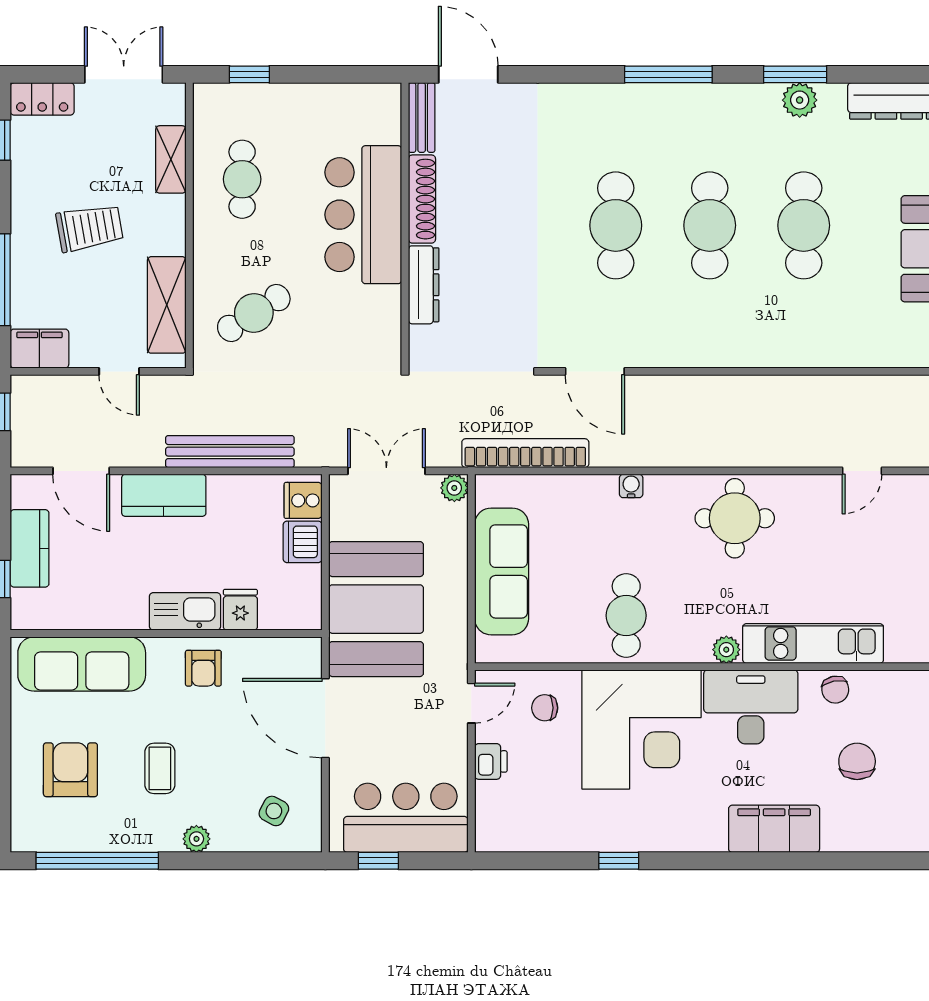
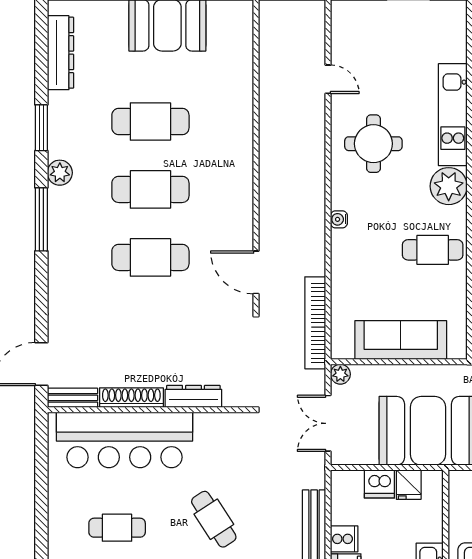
window: (249, 74) -> (41, 522), removed
plant: (800, 100) -> (60, 173), moved
bar counter: (363, 215) -> (125, 440), width x1.36
door: (595, 371) -> (256, 272), swing flipped
water cooler: (631, 486) -> (339, 219), moved
cooker: (303, 500) -> (344, 539), moved, turned -90
round table: (735, 518) -> (373, 144), moved
fridge: (240, 610) -> (409, 485), moved, turned -90
plant: (726, 650) -> (449, 186), width x1.88, depth x1.88

